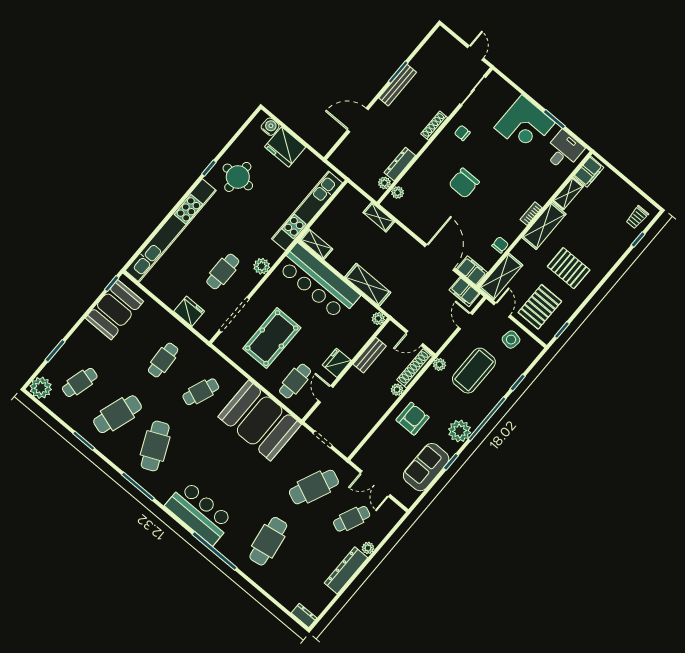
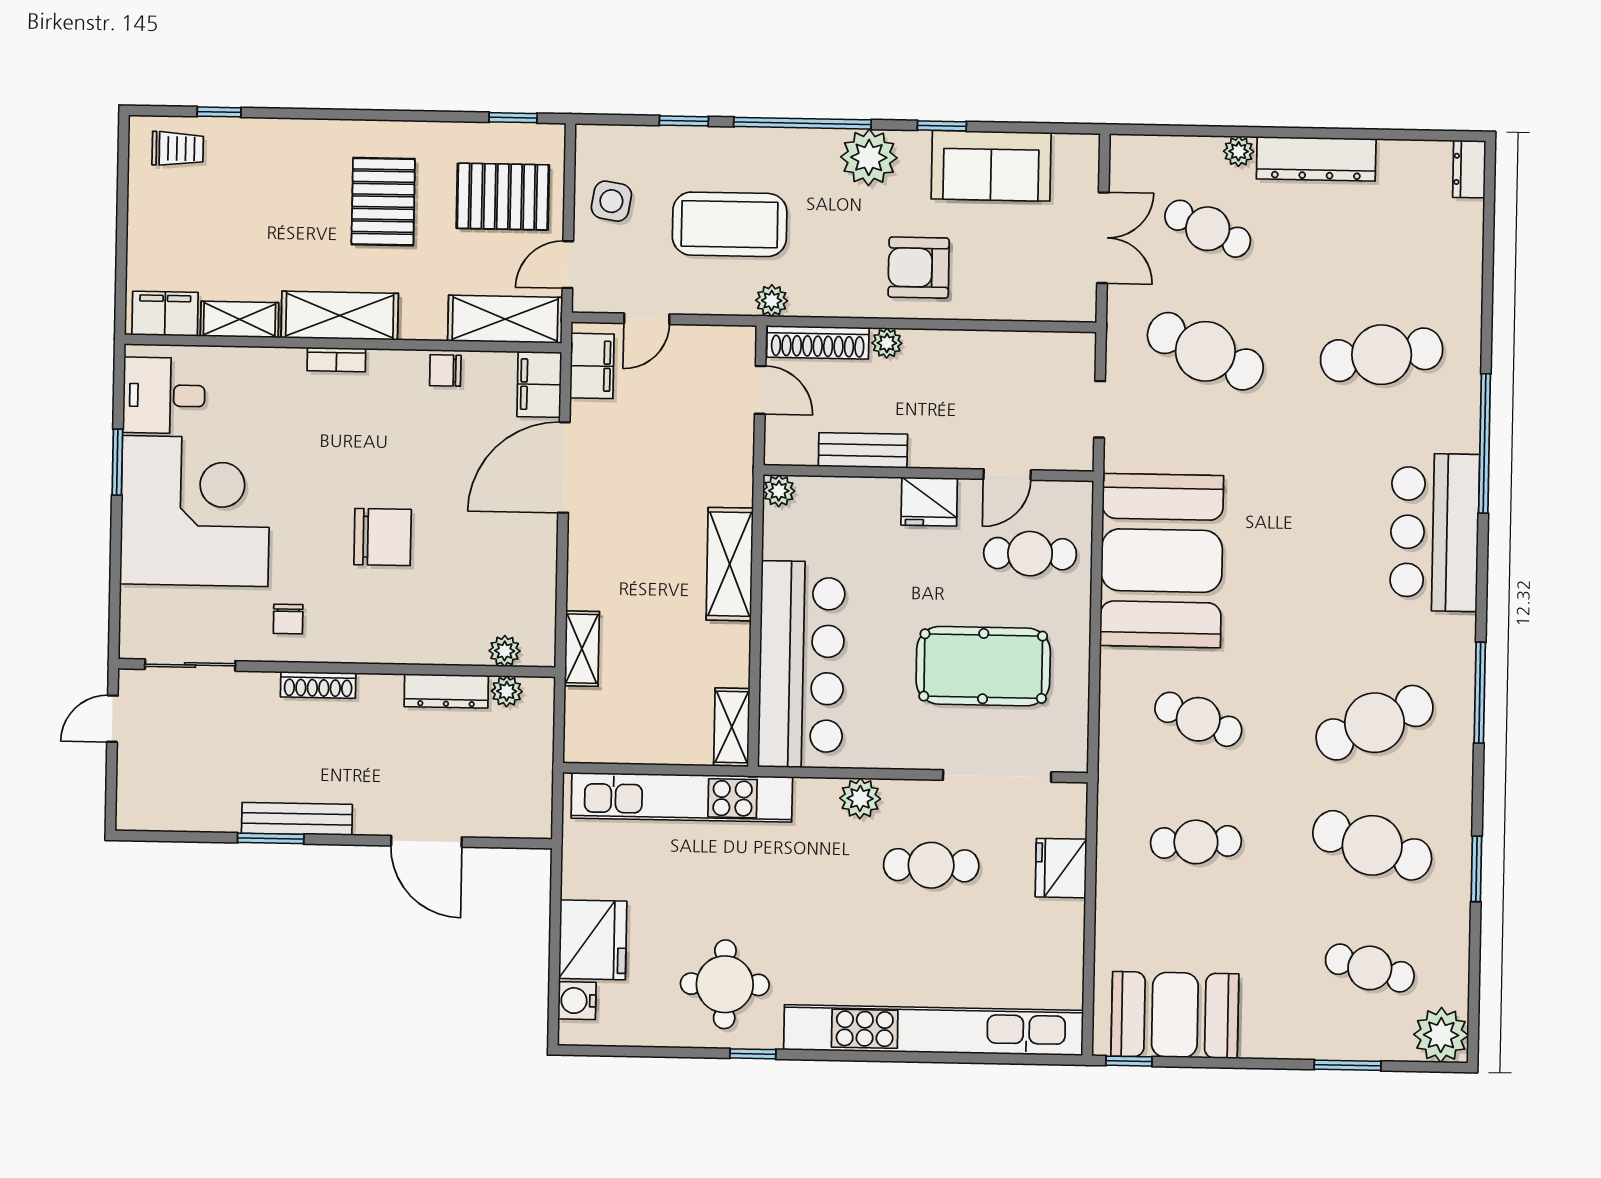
corner desk: (525, 125) -> (195, 511), width x1.36, depth x1.36

